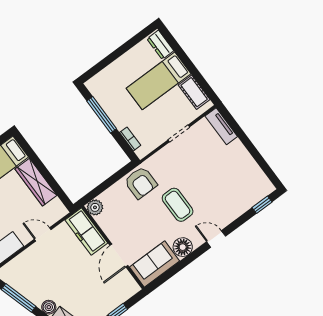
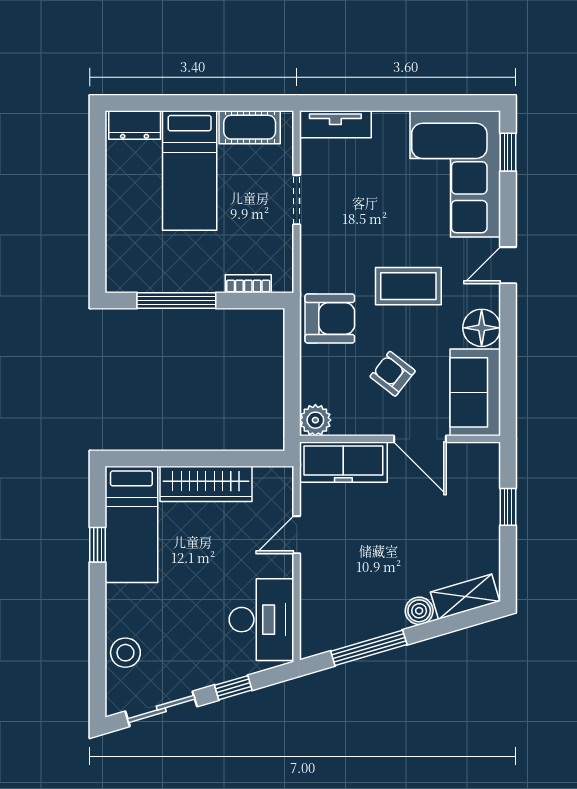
corner sofa: (237, 190) -> (455, 174), added
armchair: (137, 225) -> (393, 374), added

